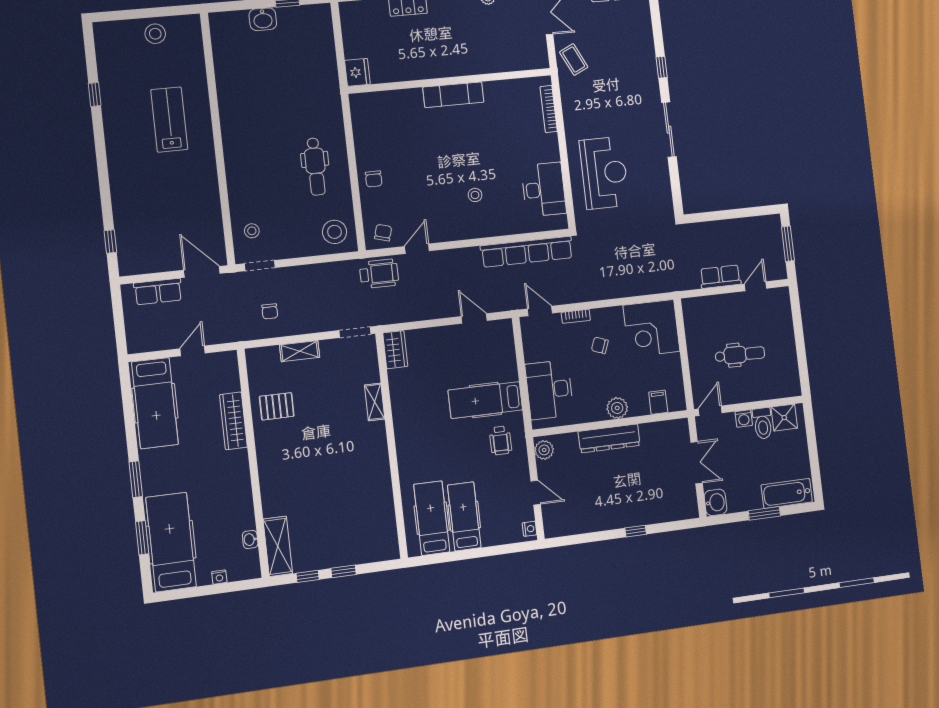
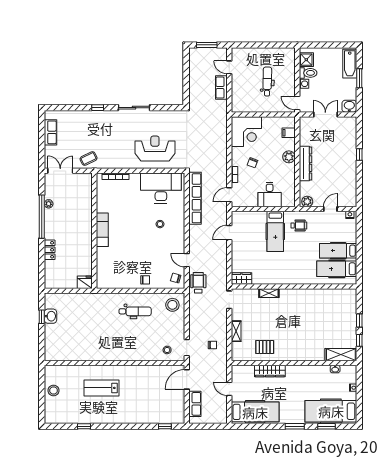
washbasin: (263, 19) -> (50, 316), moved
desk: (544, 189) -> (161, 188), width x1.36, depth x1.30
desk: (549, 390) -> (270, 194), width x0.73
pallet: (277, 406) -> (265, 347), turned 90

